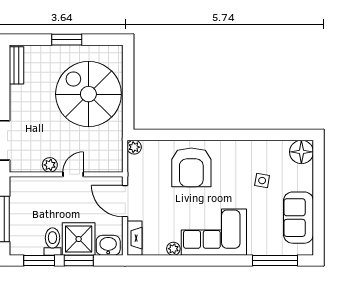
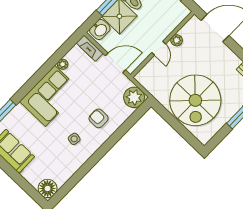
spiral stairs: (88, 94) -> (195, 100), turned 90
plant: (134, 147) -> (134, 97), width x1.87, depth x1.87
armchair: (191, 167) -> (99, 118), width x0.53, depth x0.53
side table: (262, 181) -> (74, 139), moved

